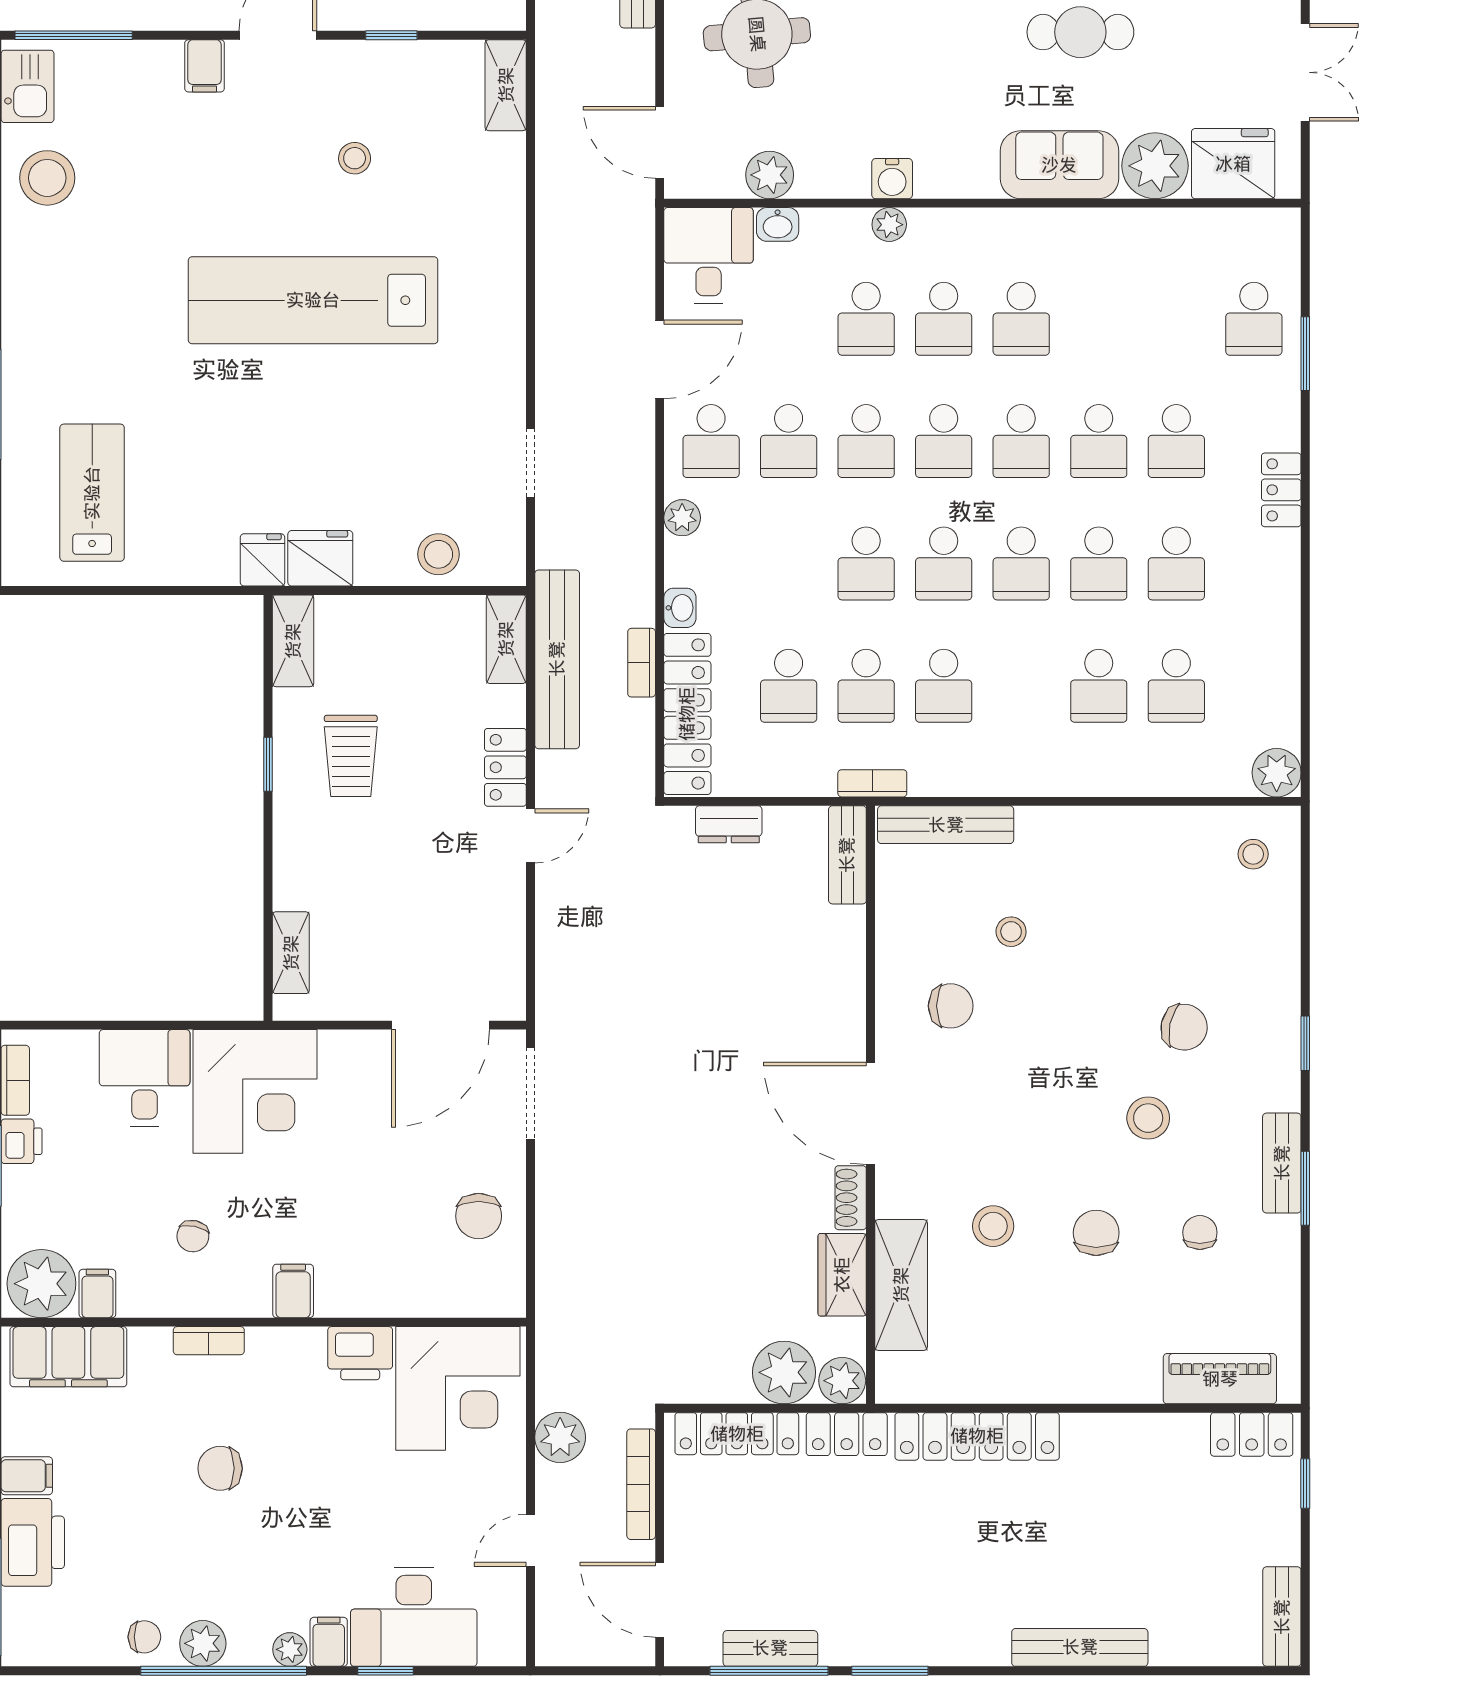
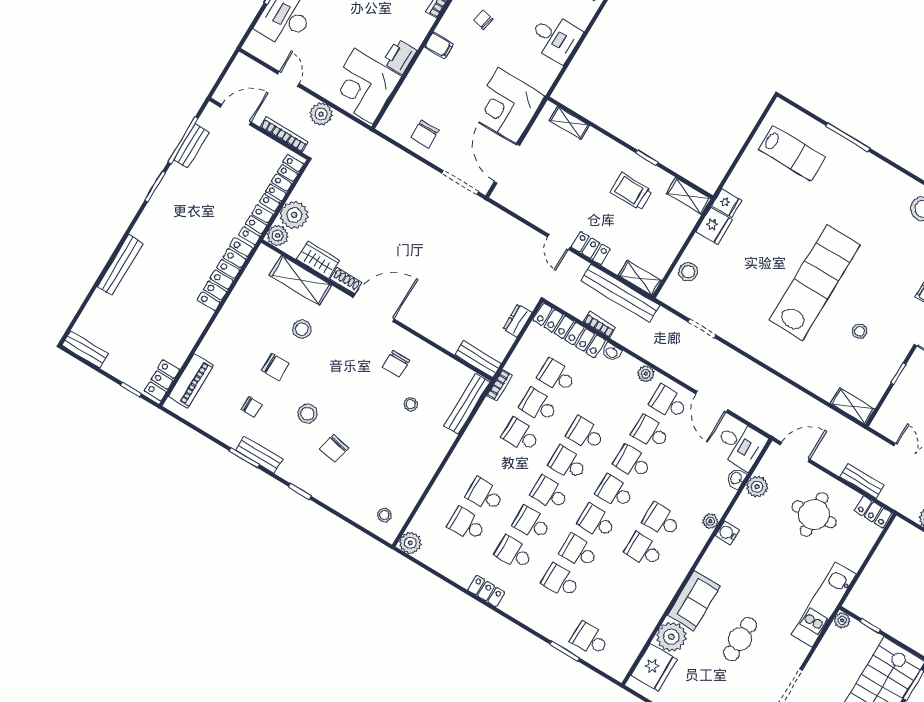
school desk: (866, 319) -> (680, 490), removed
locker: (1281, 490) -> (486, 591), moved
corner desk: (255, 1091) -> (507, 105), moved
chair: (479, 1216) -> (425, 134), turned -90

